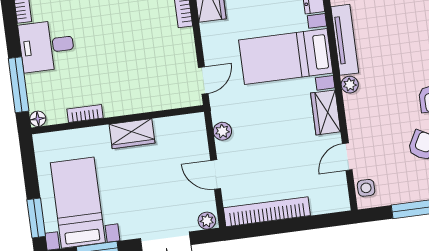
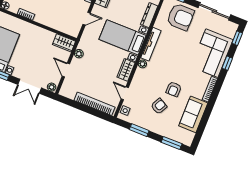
door: (203, 80) -> (86, 19), moved
wardrobe: (132, 134) -> (64, 43), moved
door: (347, 157) -> (125, 93), hinge flipped
bookcase: (267, 212) -> (95, 104), moved

